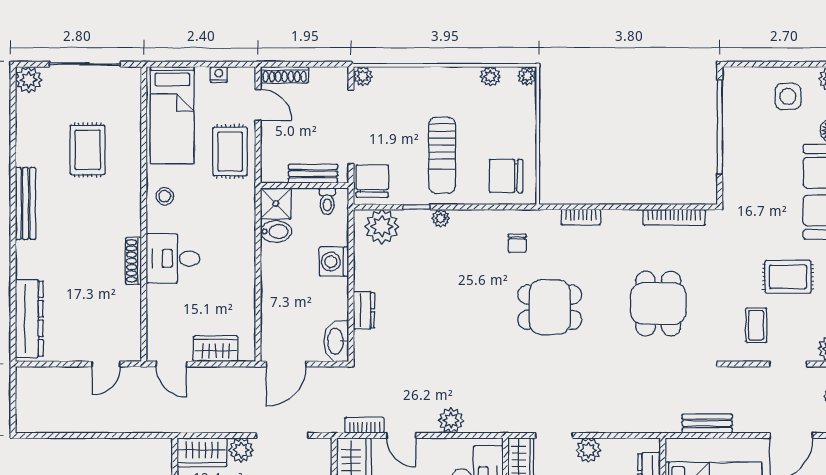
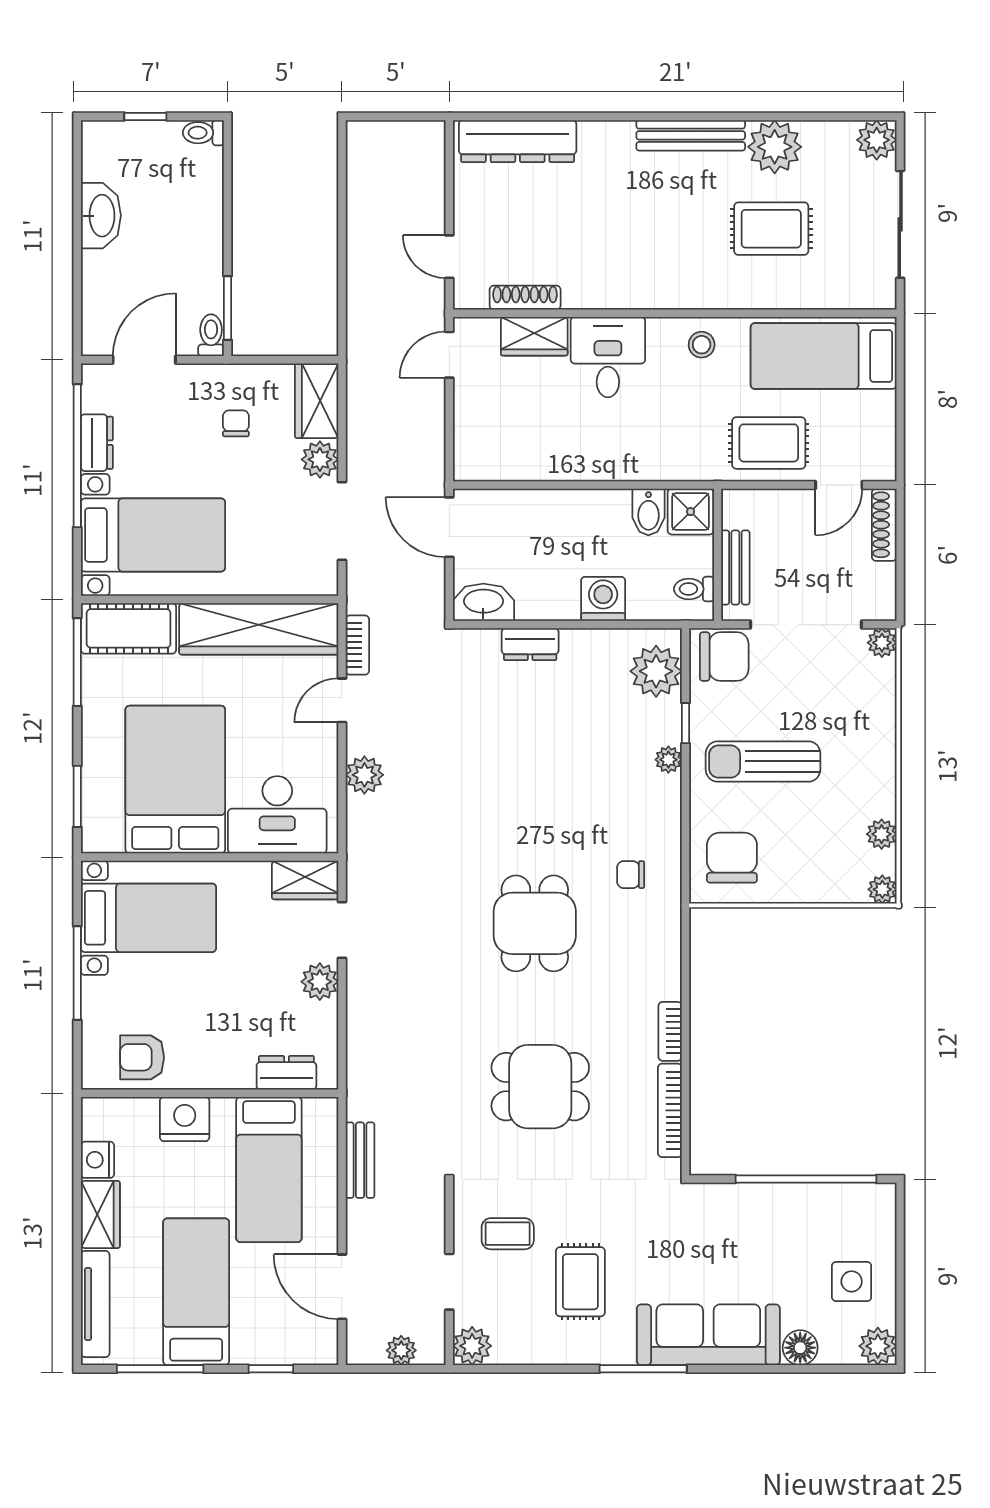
nightstand: (219, 75) -> (884, 426), removed
plant: (33, 148) -> (775, 147), added
bookcase: (581, 217) -> (670, 1031), moved
shoe rack: (133, 261) -> (525, 298), moved
wardrobe: (216, 349) -> (534, 336), moved, turned 90

